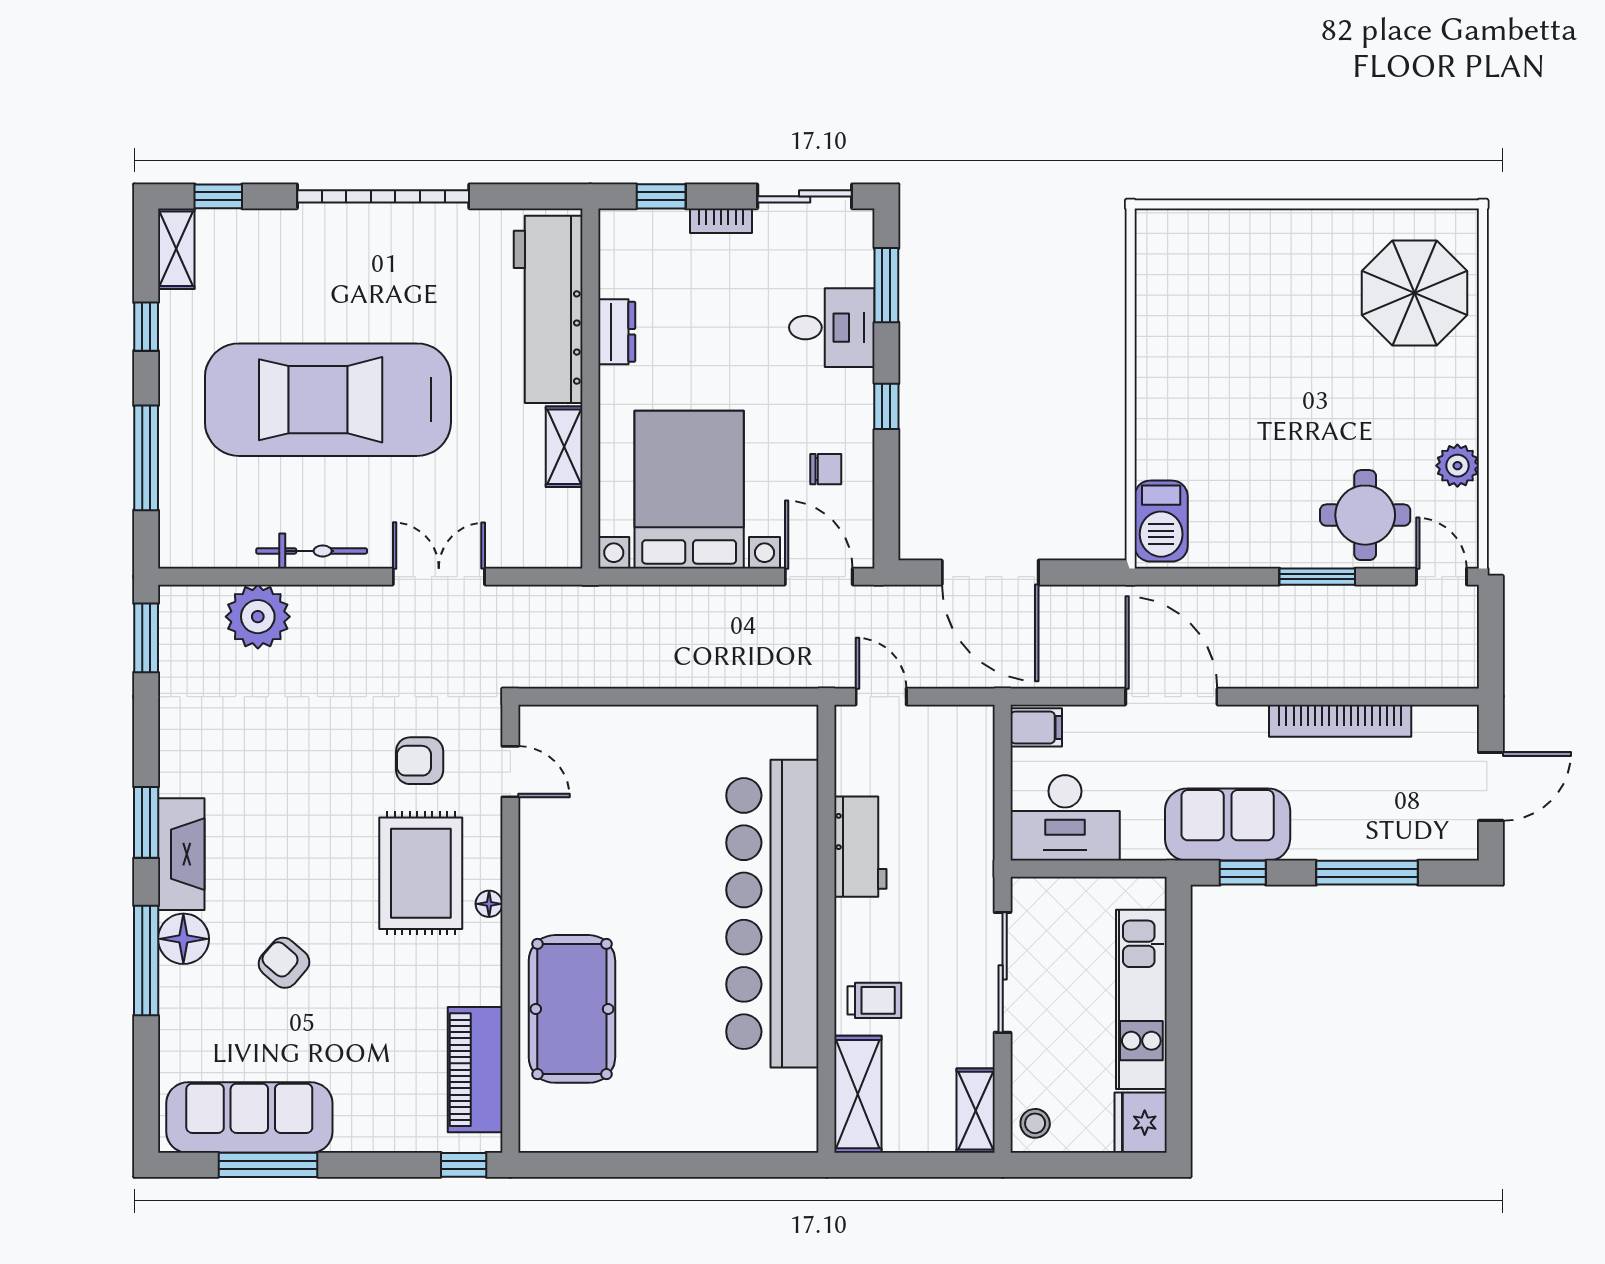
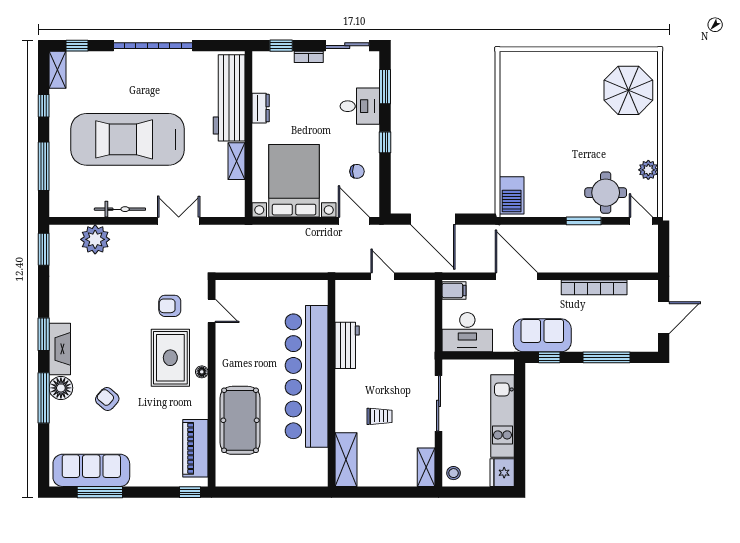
workbench: (860, 847) -> (347, 345), moved
bar counter: (772, 914) -> (307, 376), moved
wall: (826, 929) -> (332, 383), moved
shelving: (858, 1094) -> (346, 460), moved

